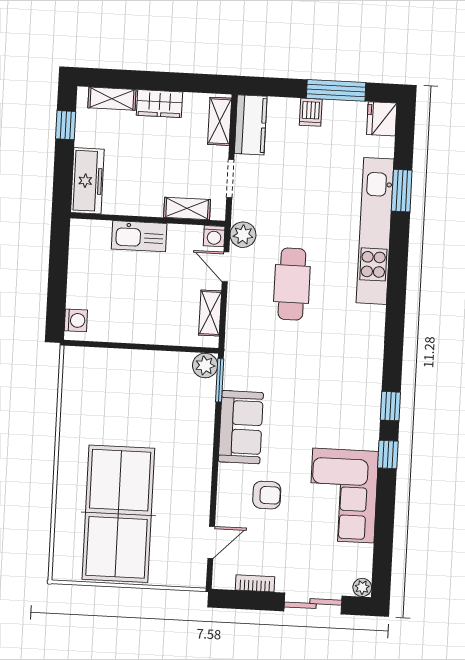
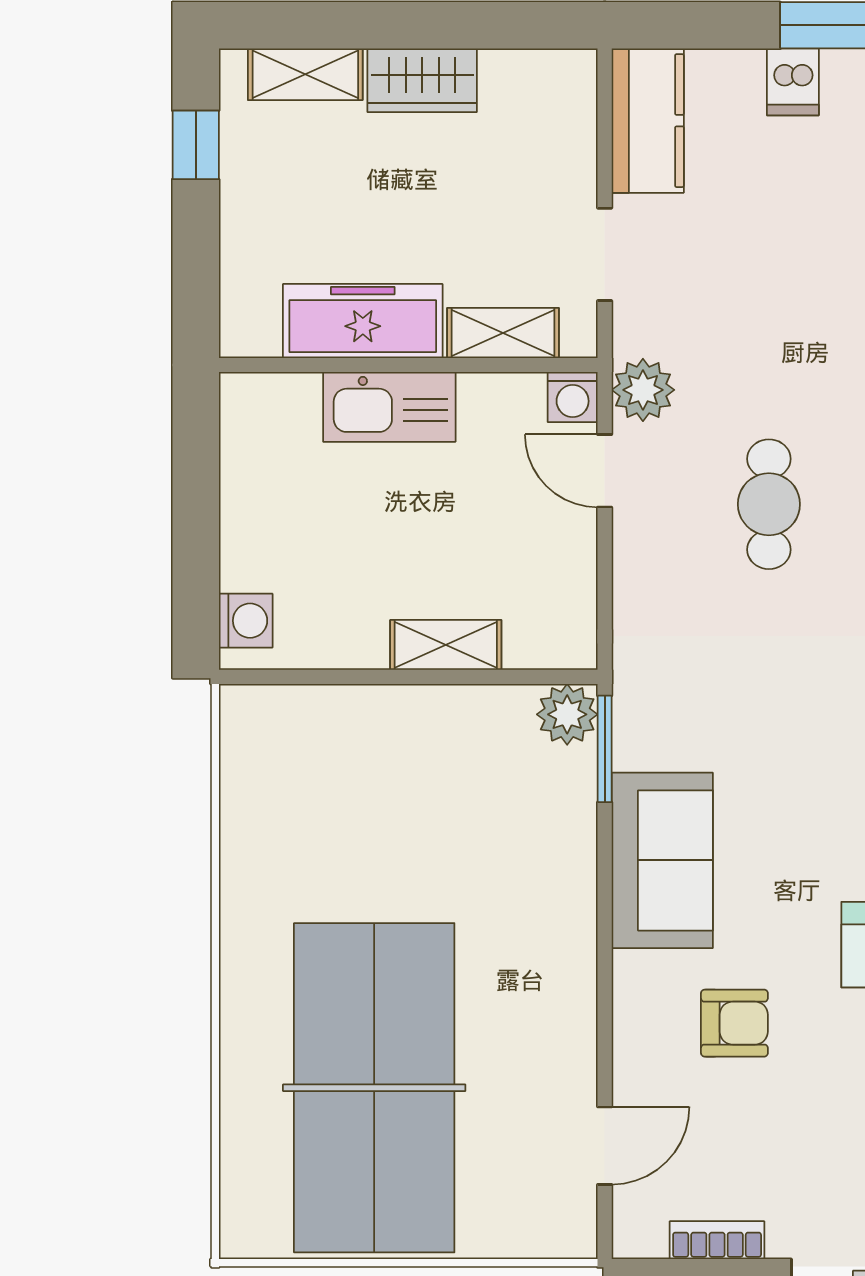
shelving: (220, 121) -> (572, 116), removed
freezer: (87, 181) -> (363, 321), moved, turned -90
cafe table: (292, 284) -> (769, 504), width x0.73, depth x0.74
shelving: (210, 313) -> (446, 645), moved, turned 90

